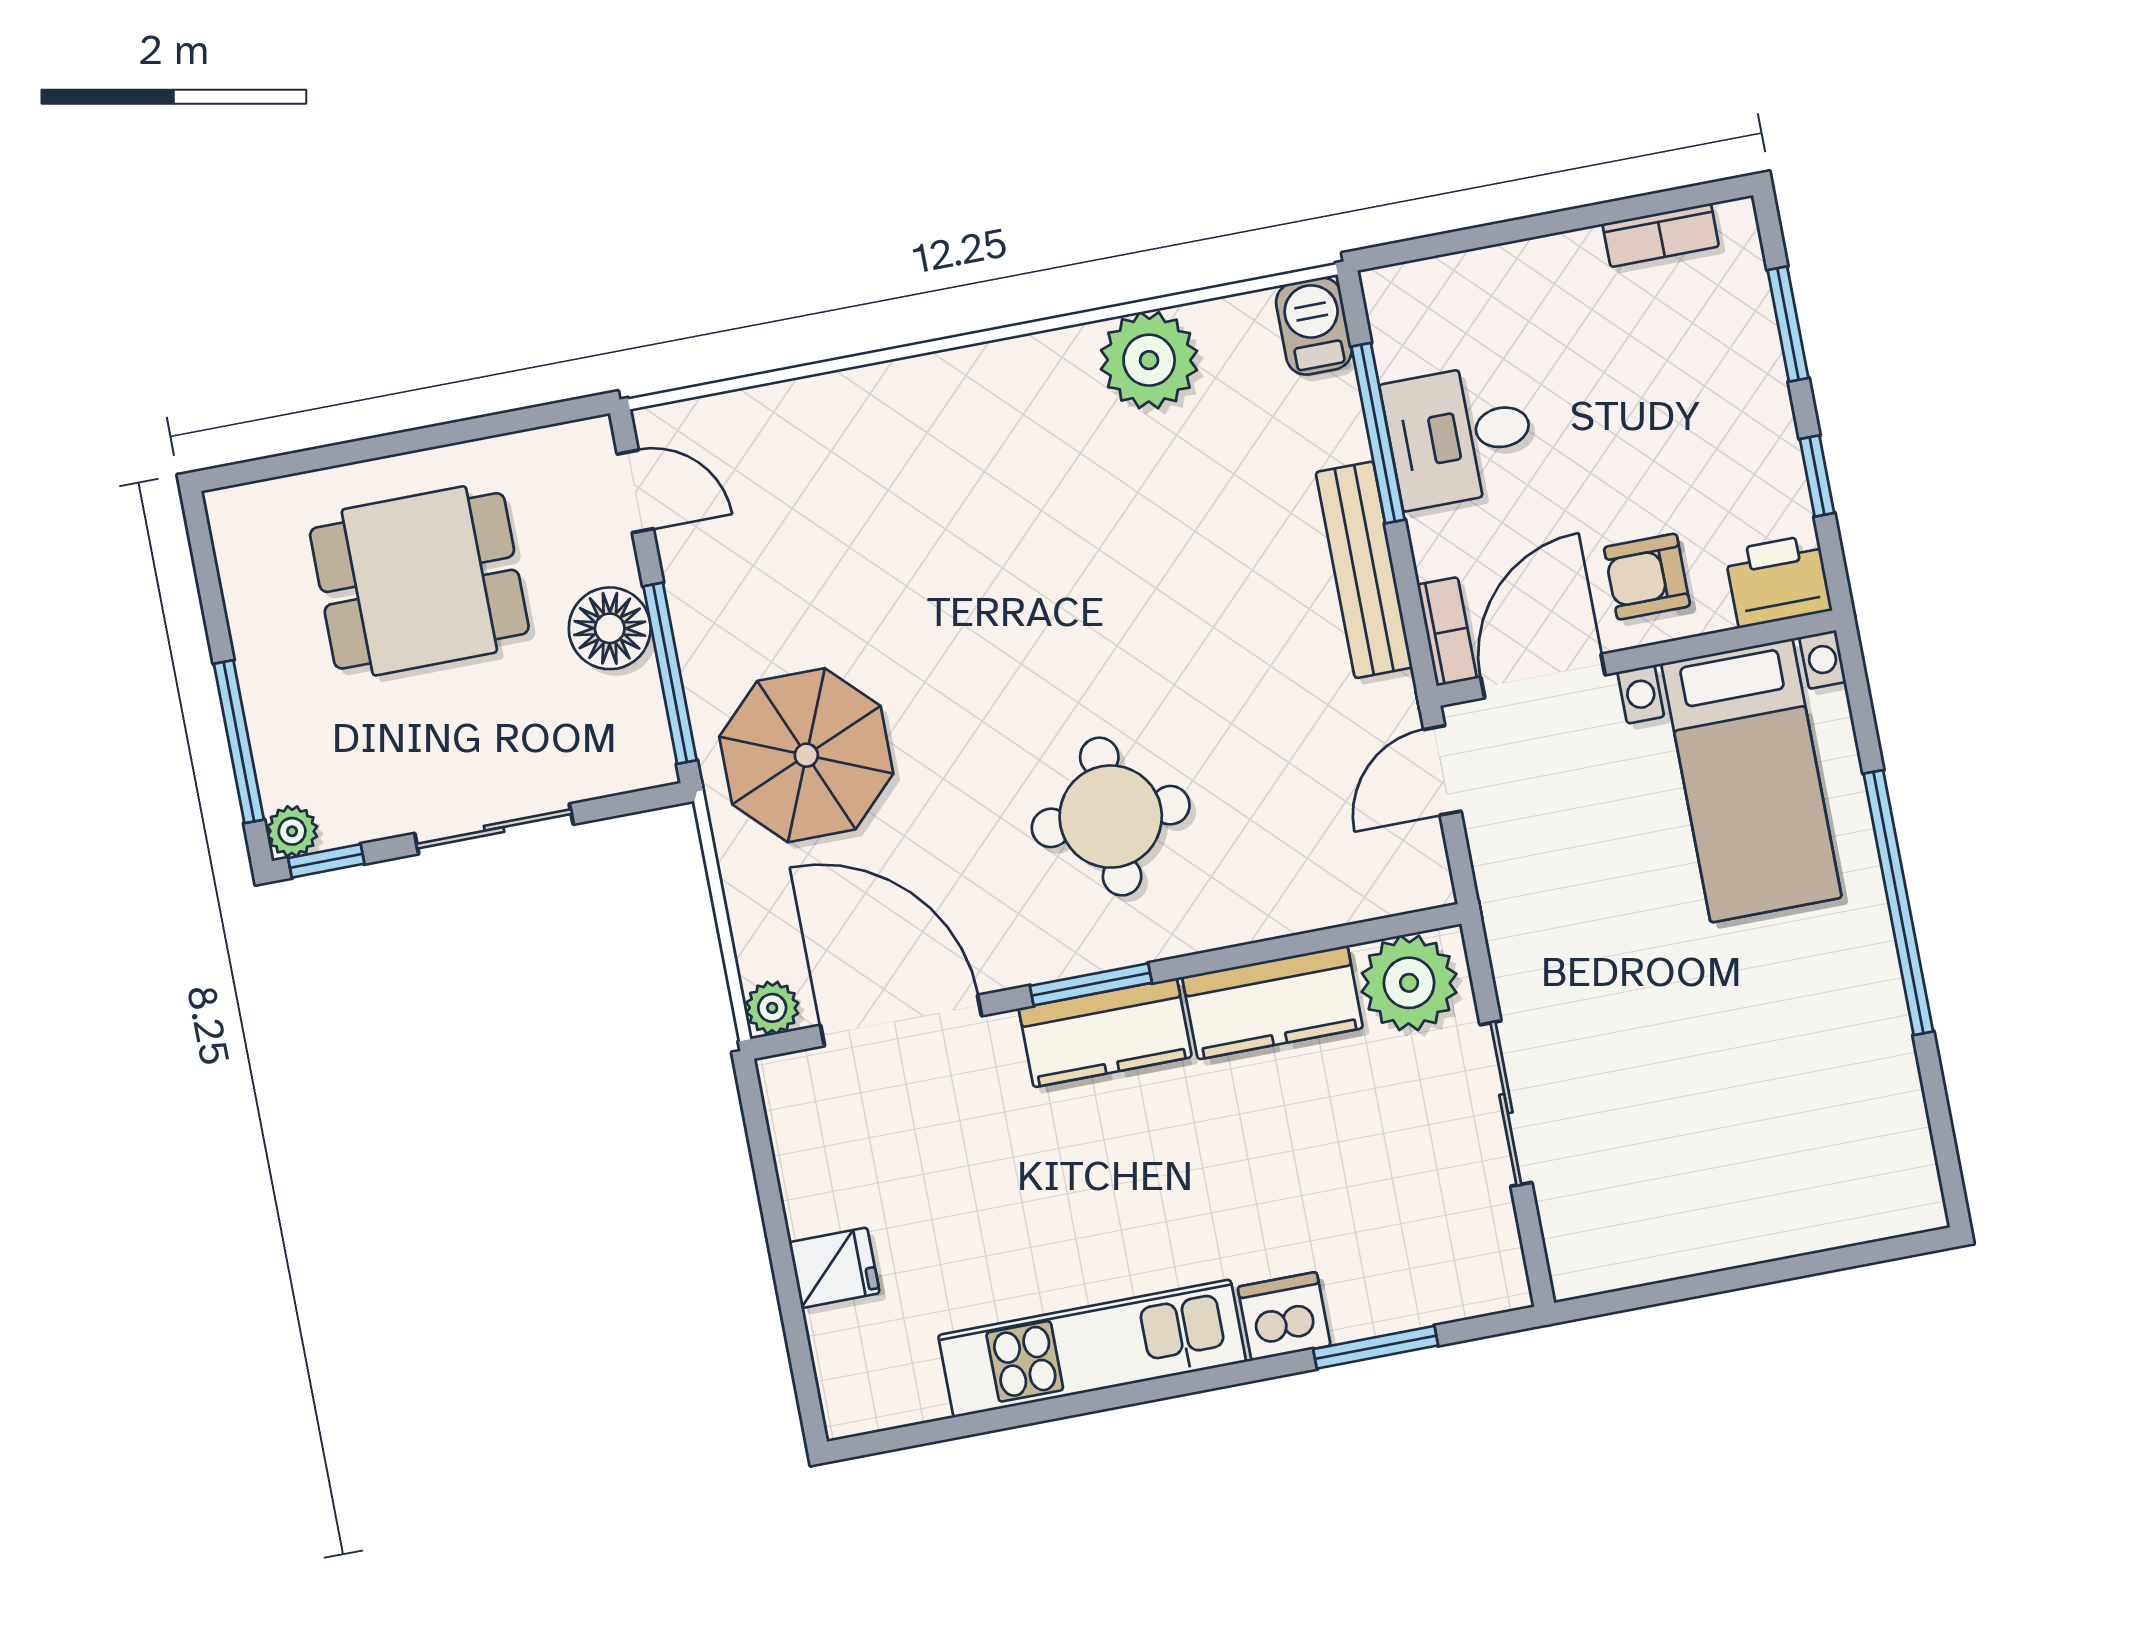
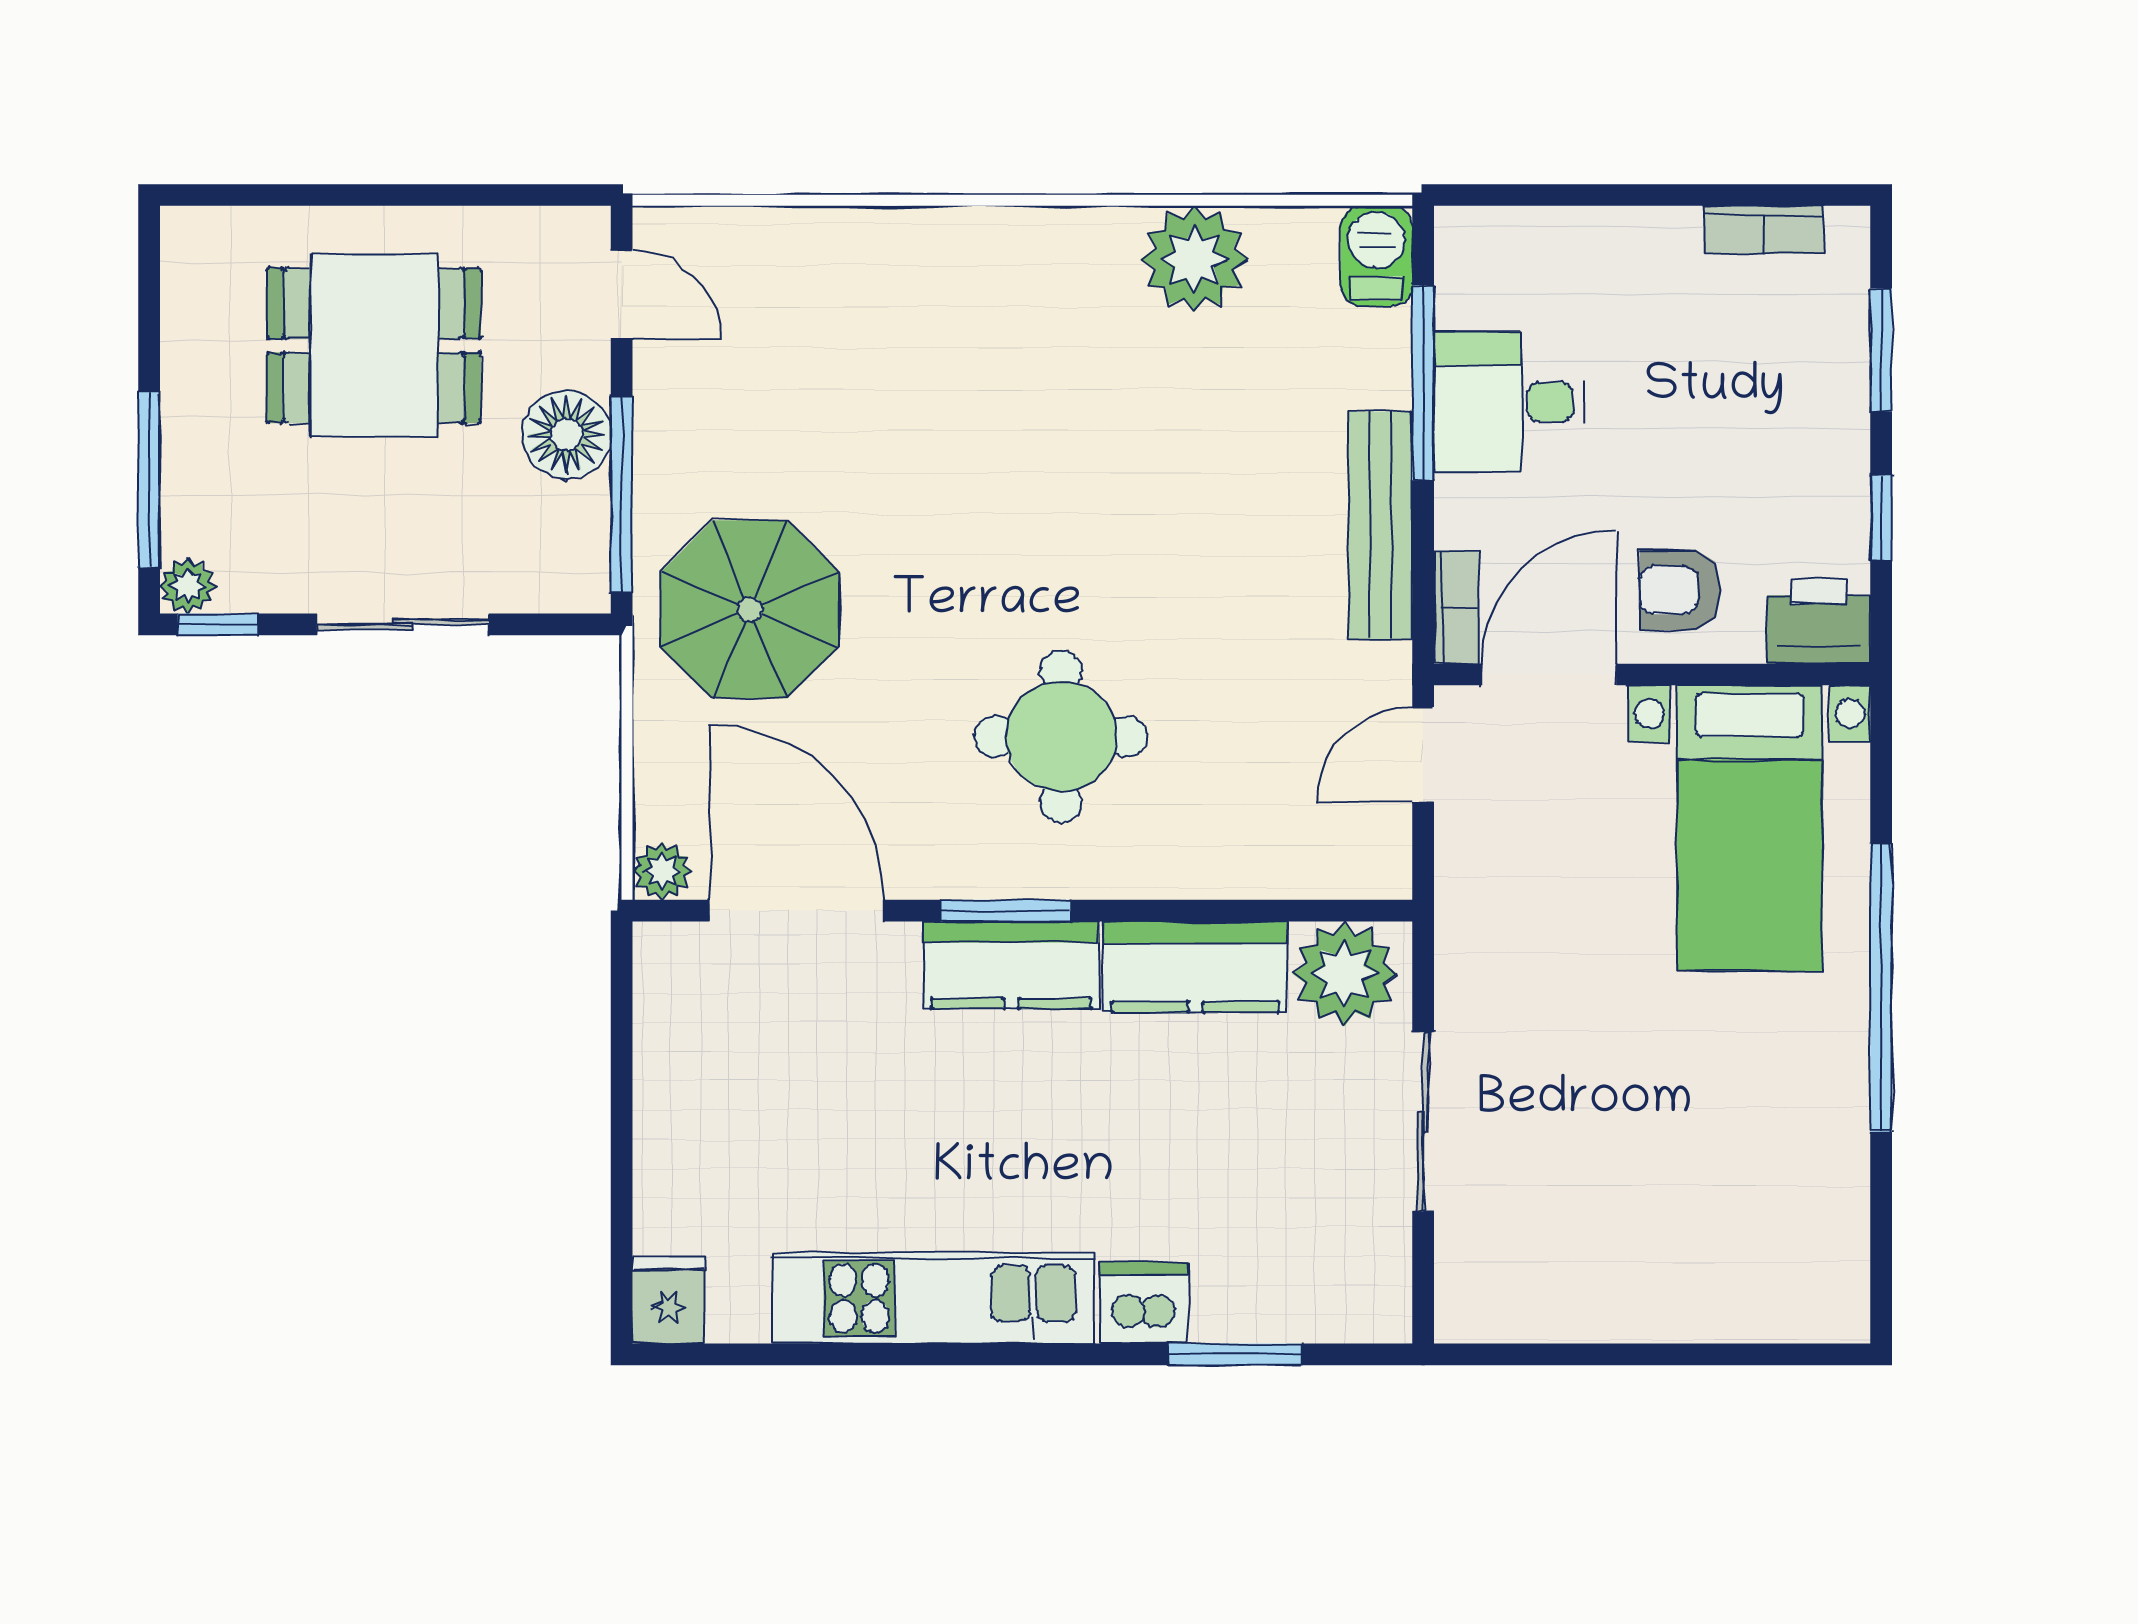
fridge: (834, 1268) -> (669, 1300), moved, turned -90

